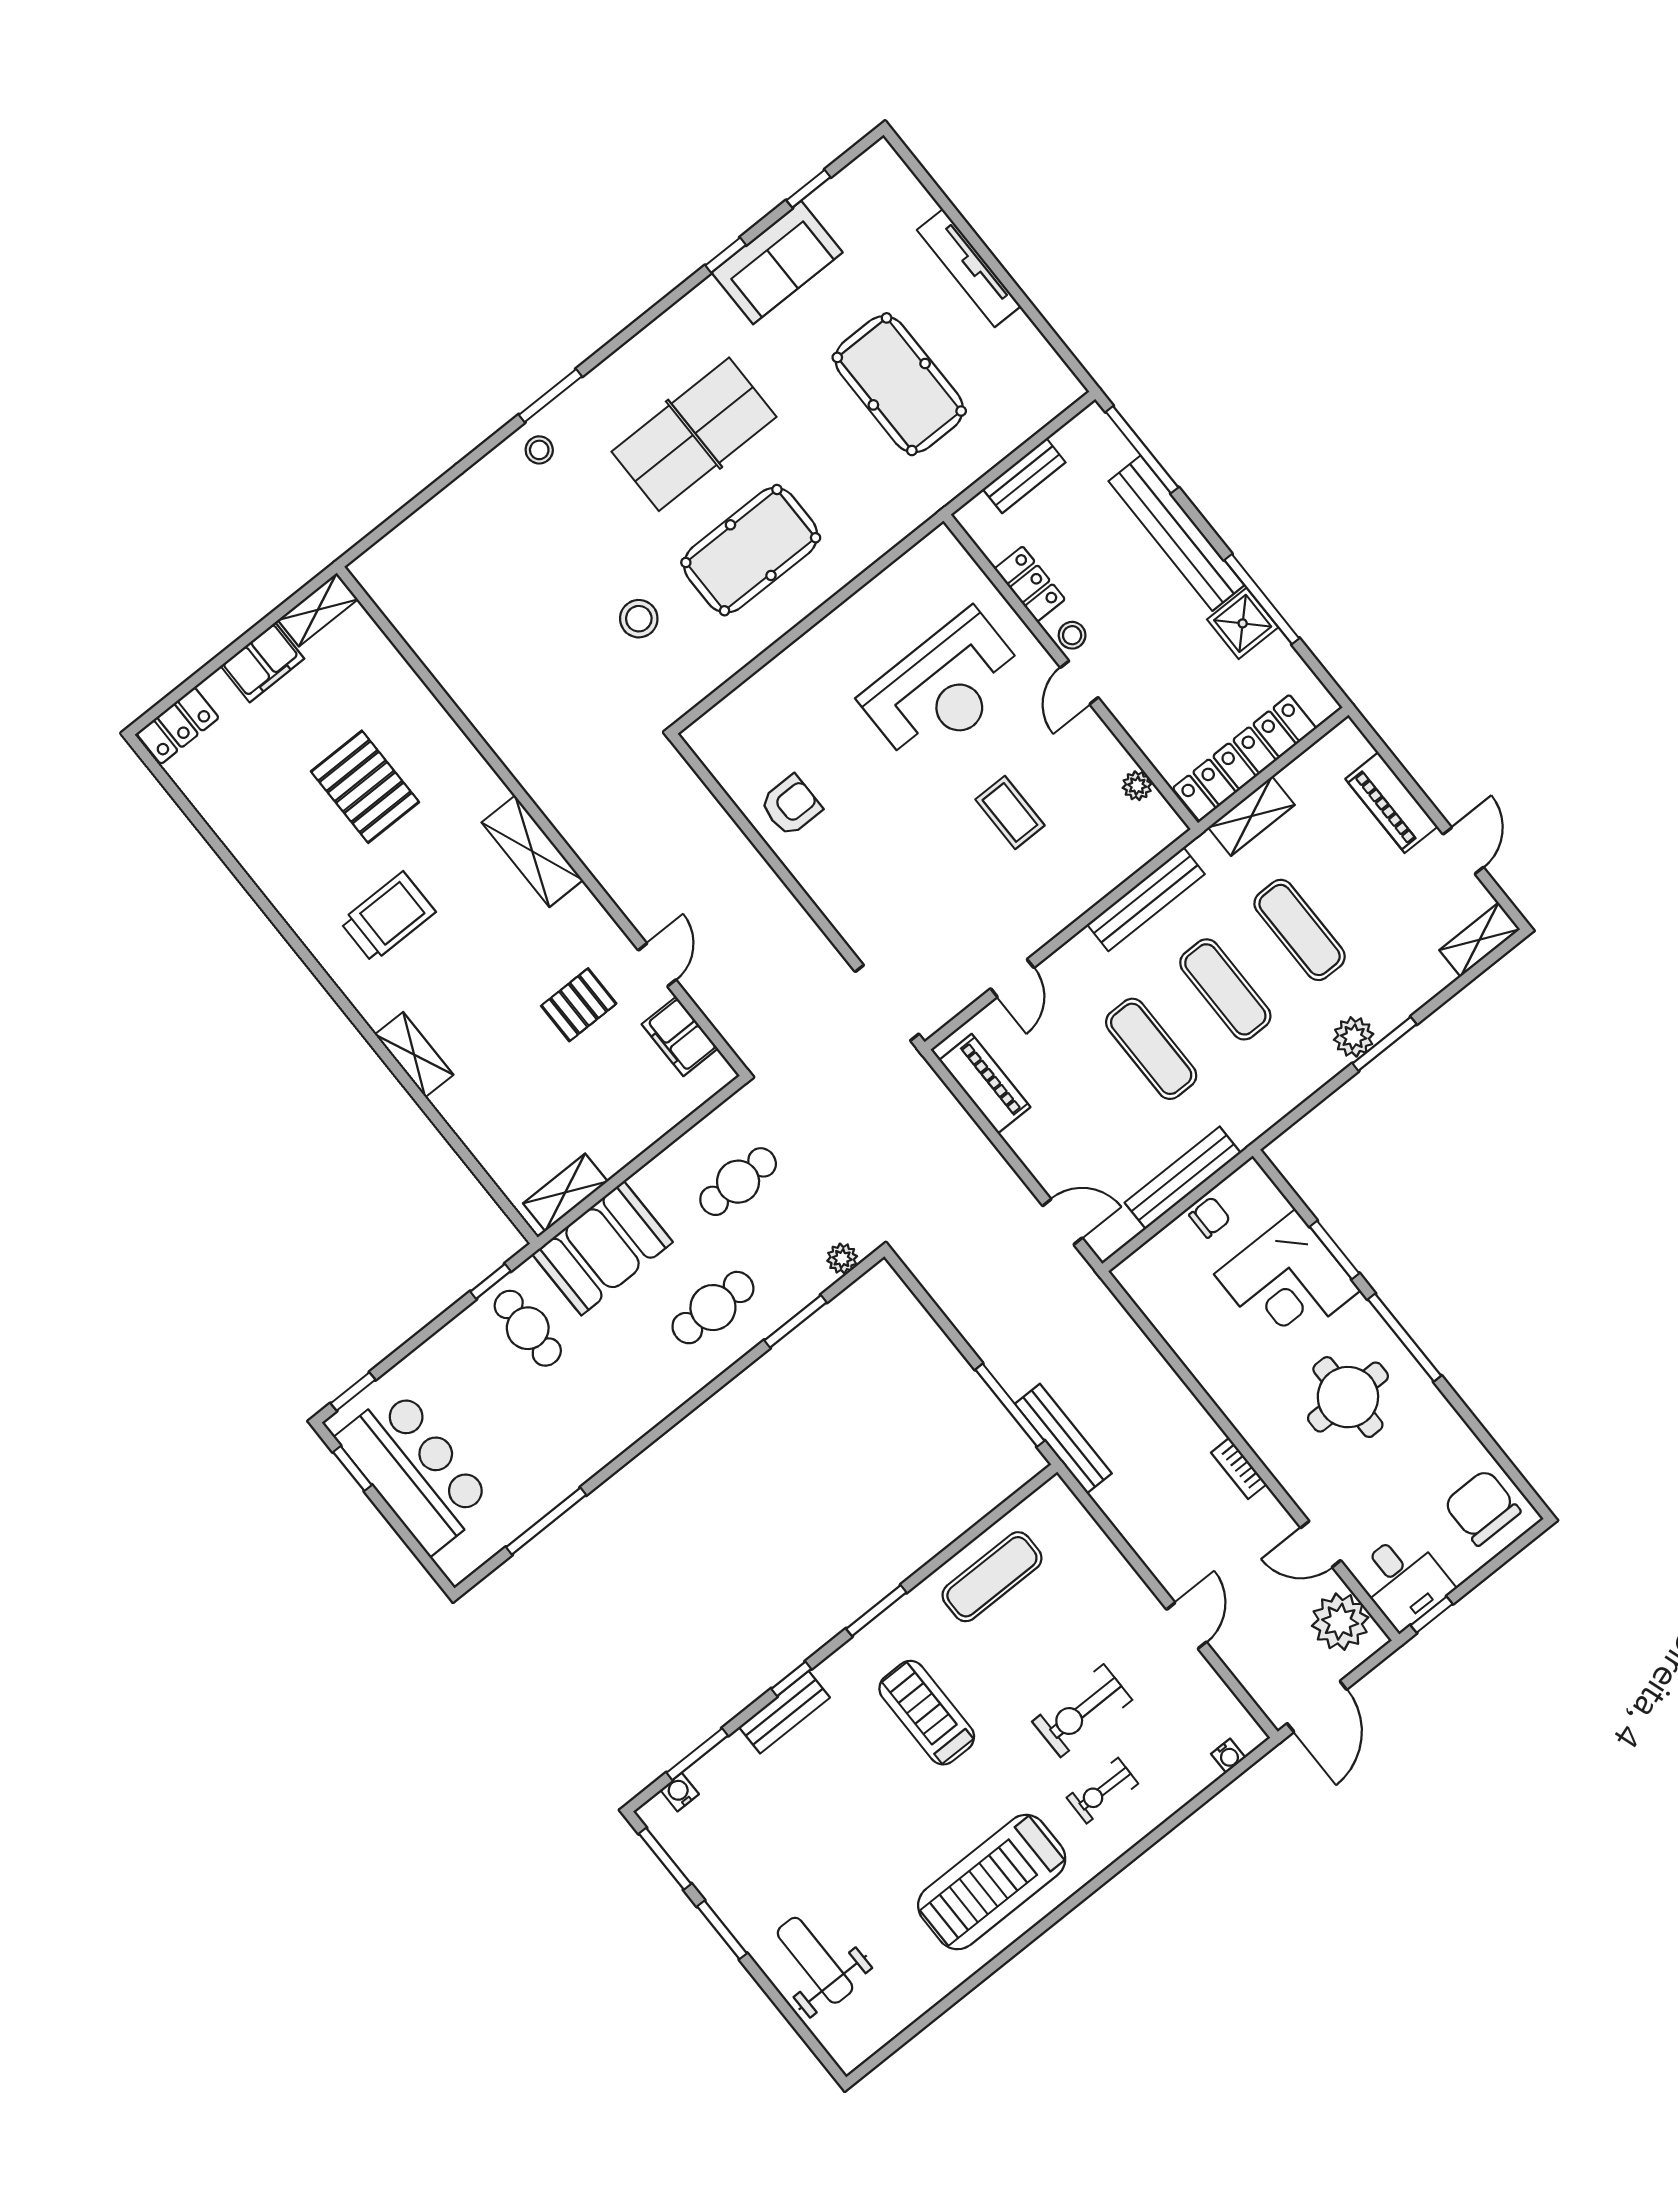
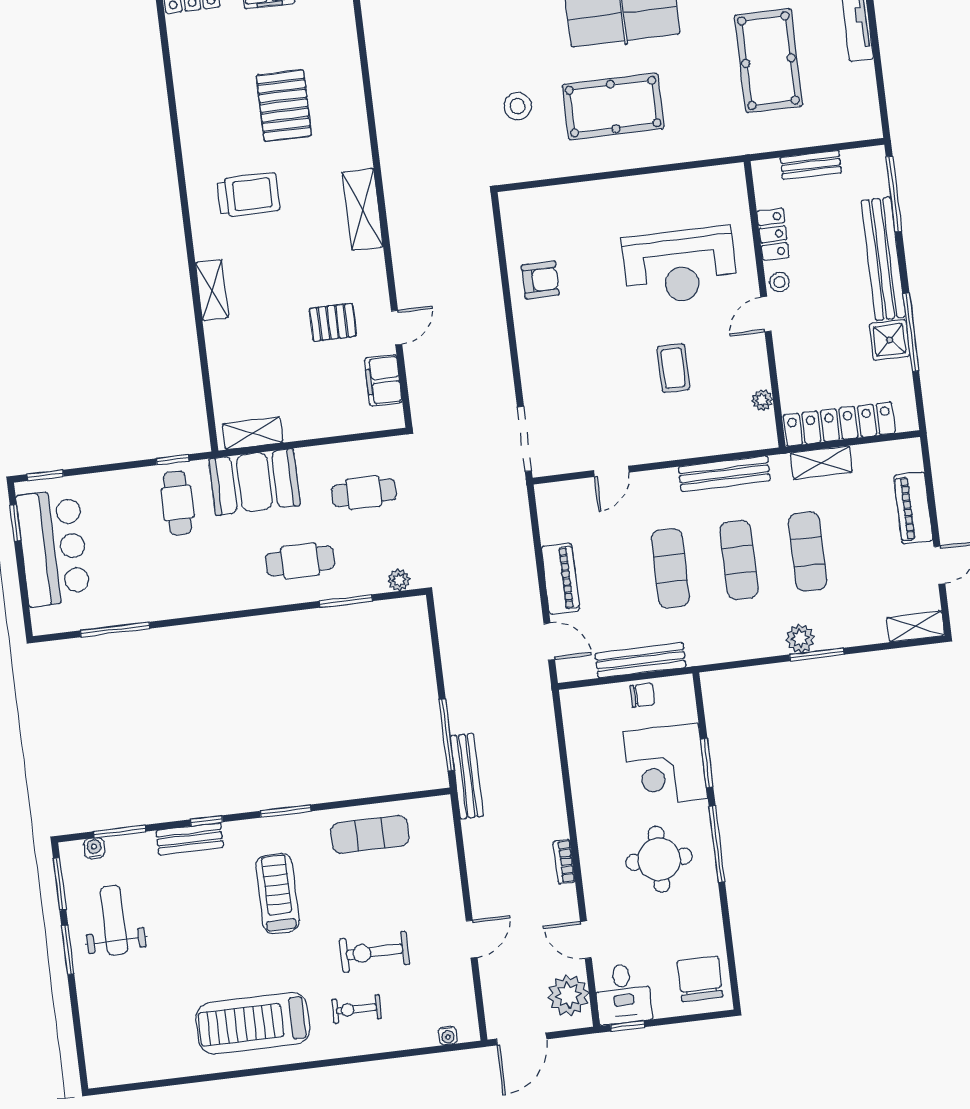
piano: (985, 1084) -> (560, 579), moved
weight bench: (815, 1960) -> (114, 920), moved

